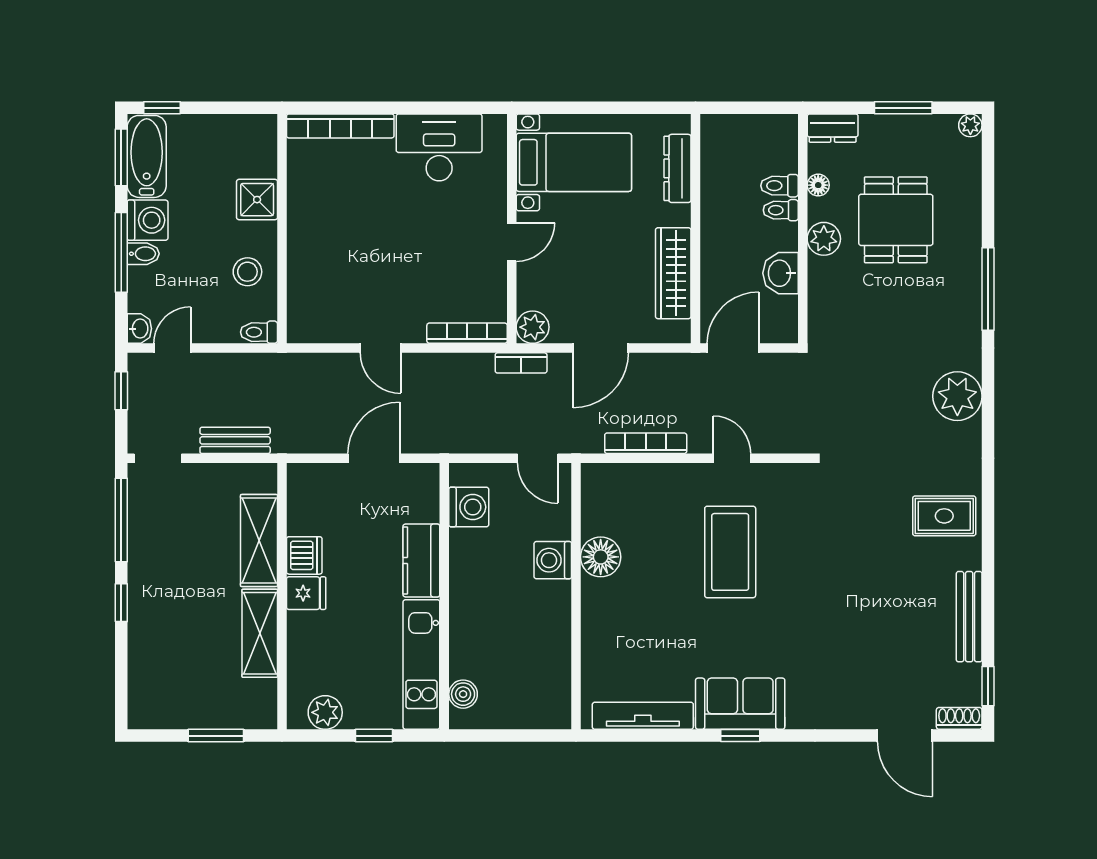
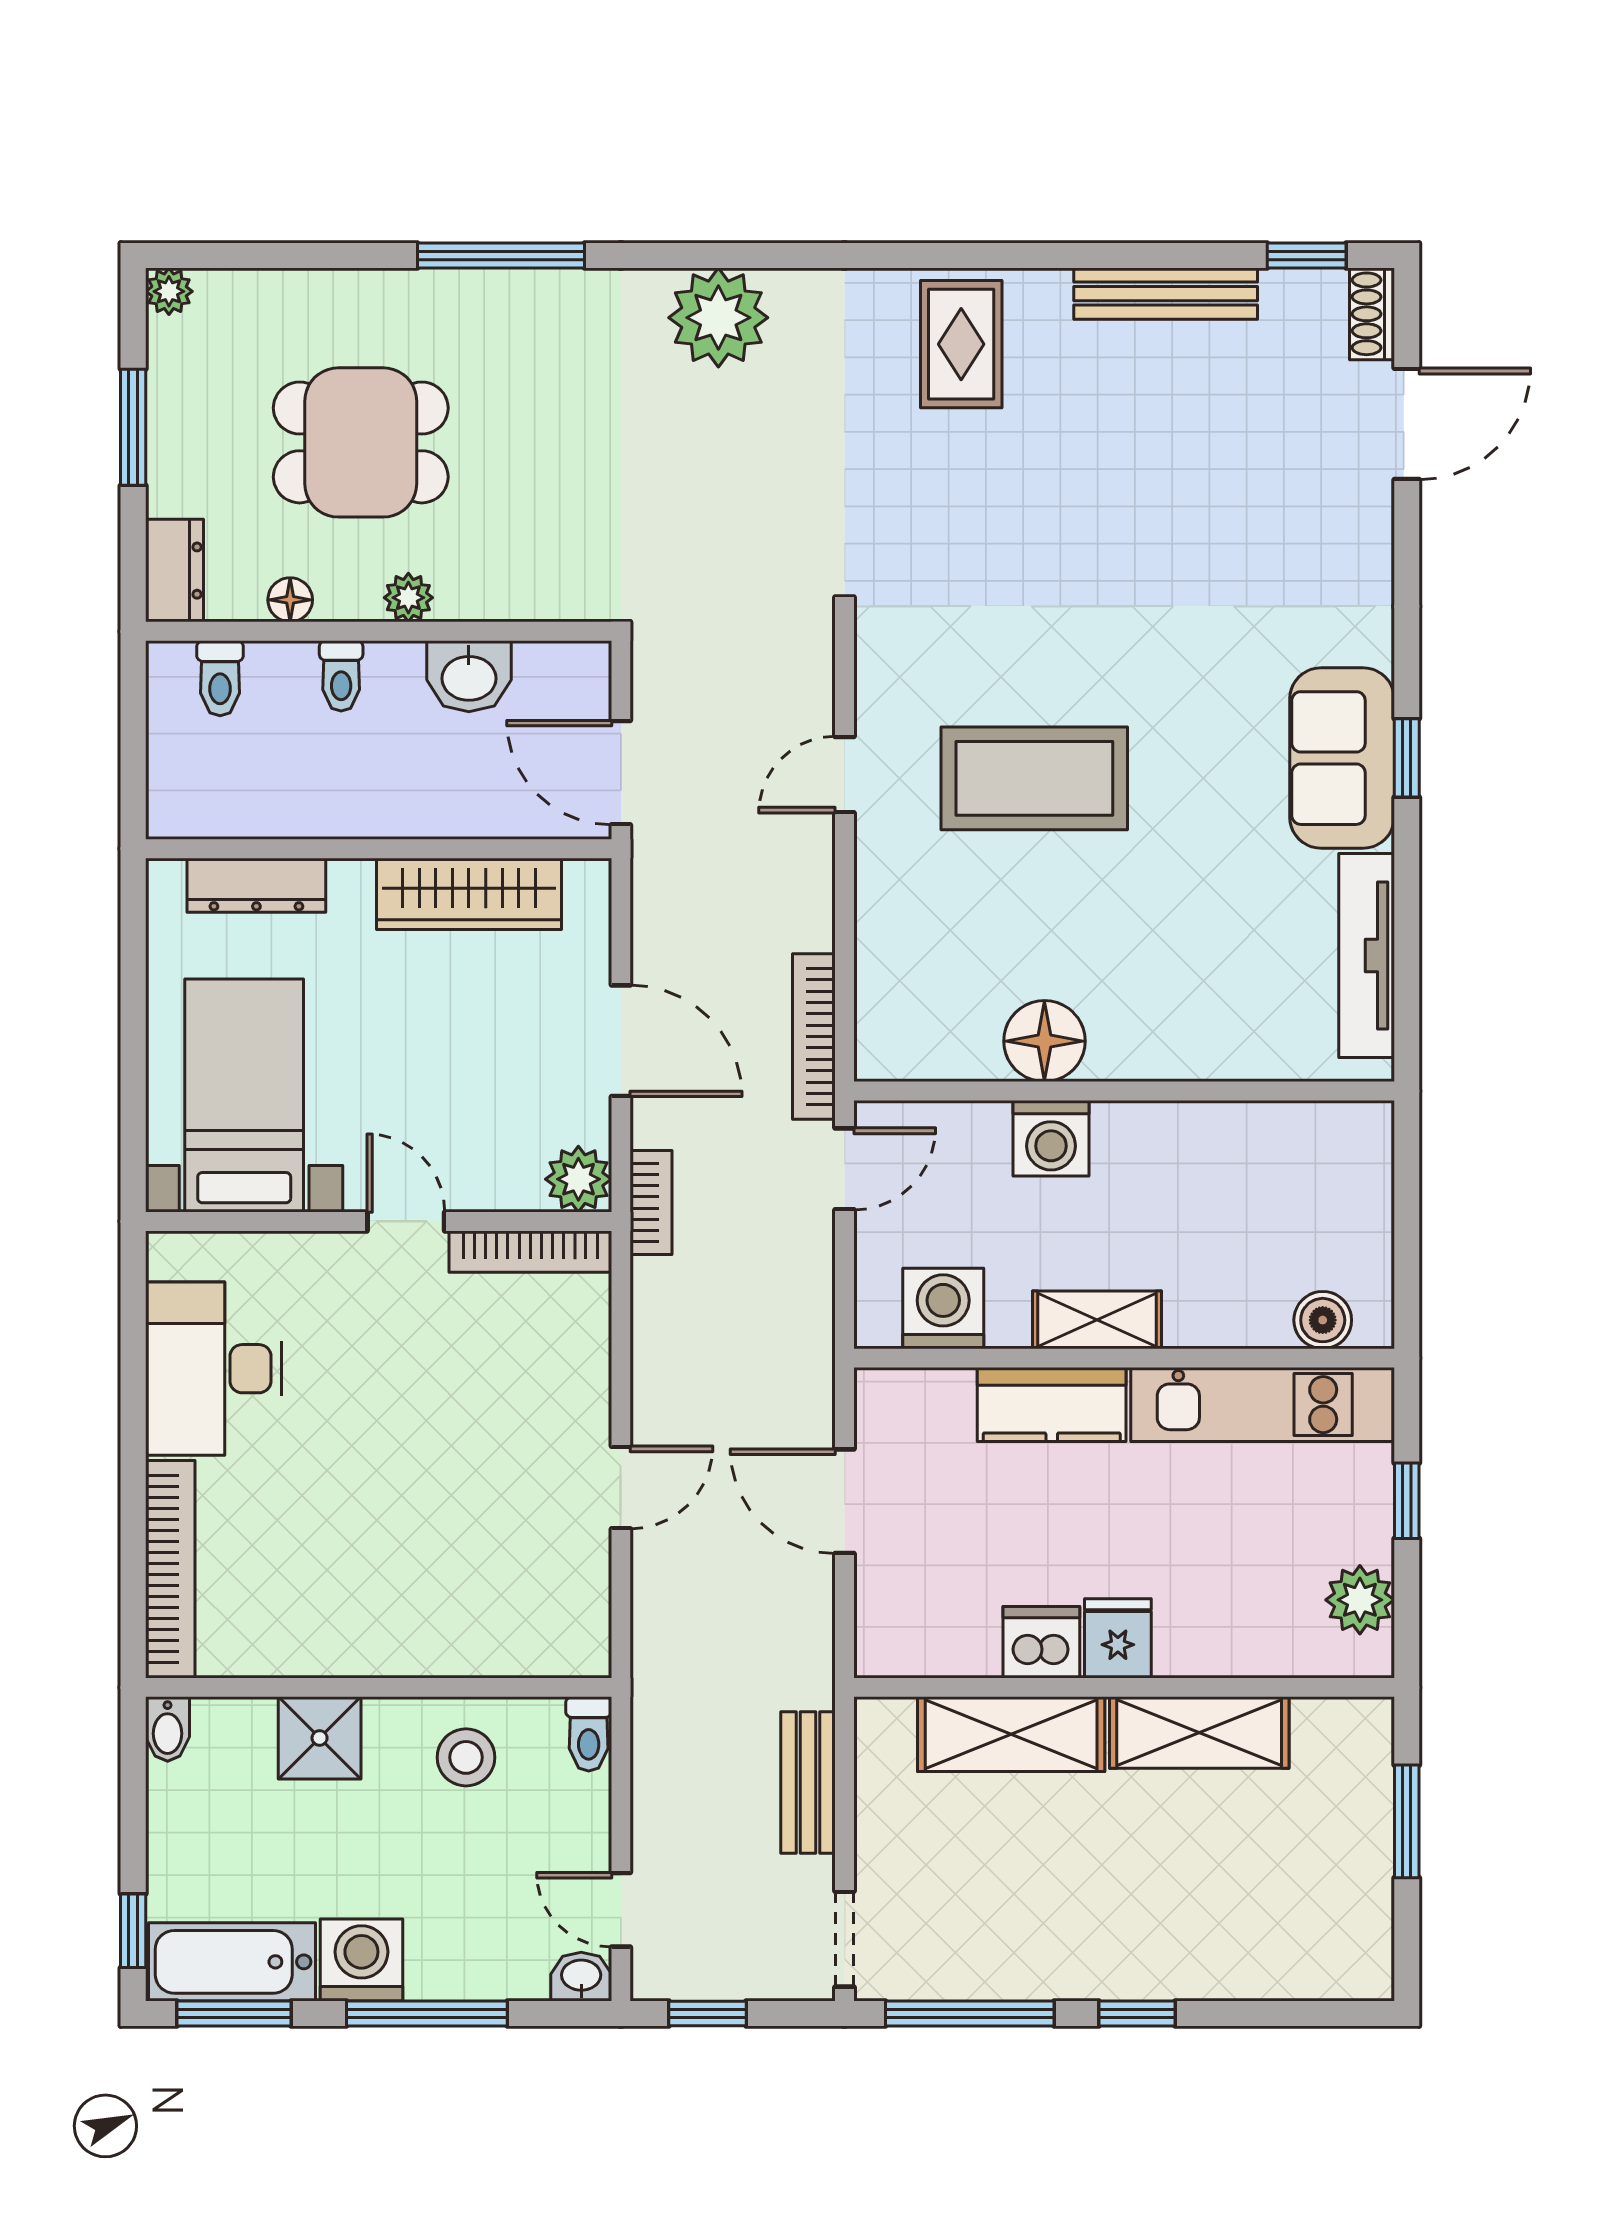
toilet: (780, 186) -> (220, 678), moved
plant: (824, 239) -> (408, 598), width x0.73, depth x0.73
bidet: (143, 254) -> (168, 1729), moved, turned 180
bookcase: (467, 333) -> (530, 1252), moved, turned -90
bookcase: (646, 443) -> (814, 1037), moved
shelving: (463, 583) -> (1097, 1320), added

